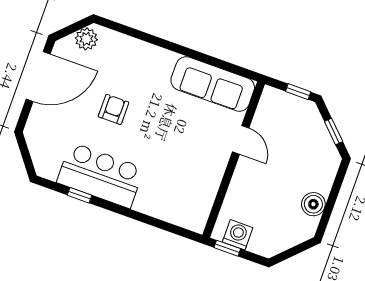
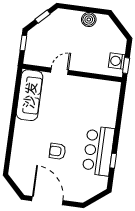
plant: (86, 39) -> (19, 177), removed

